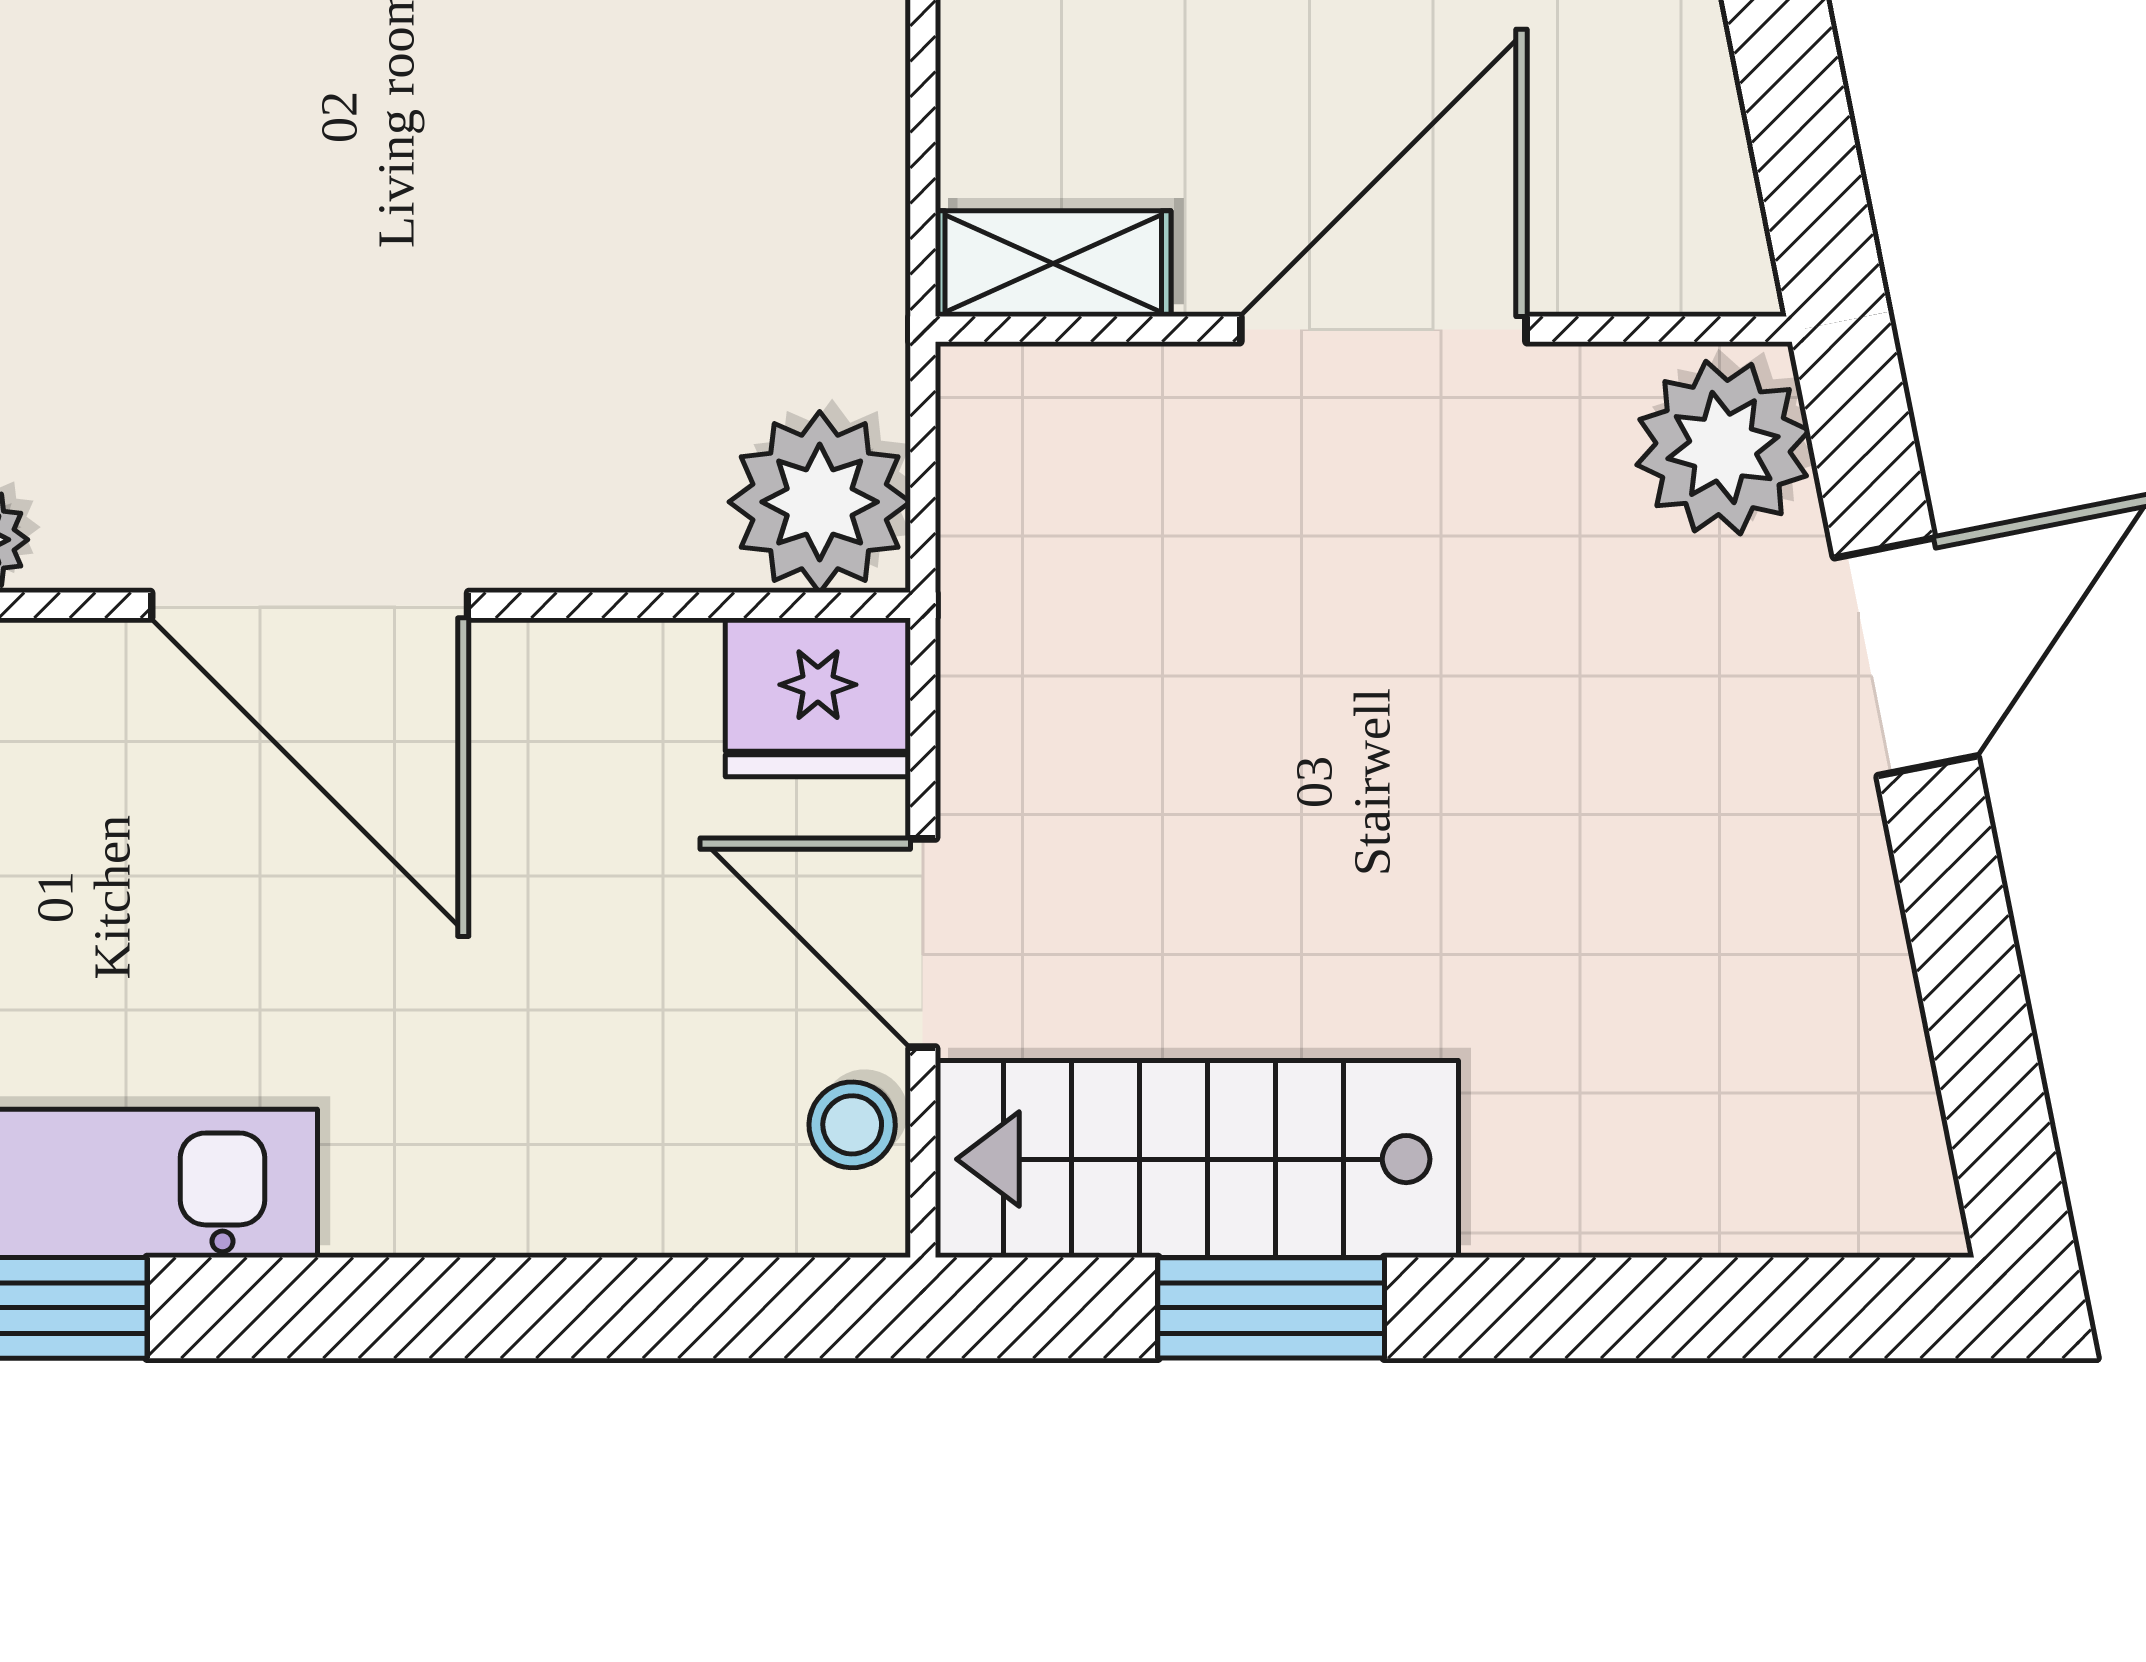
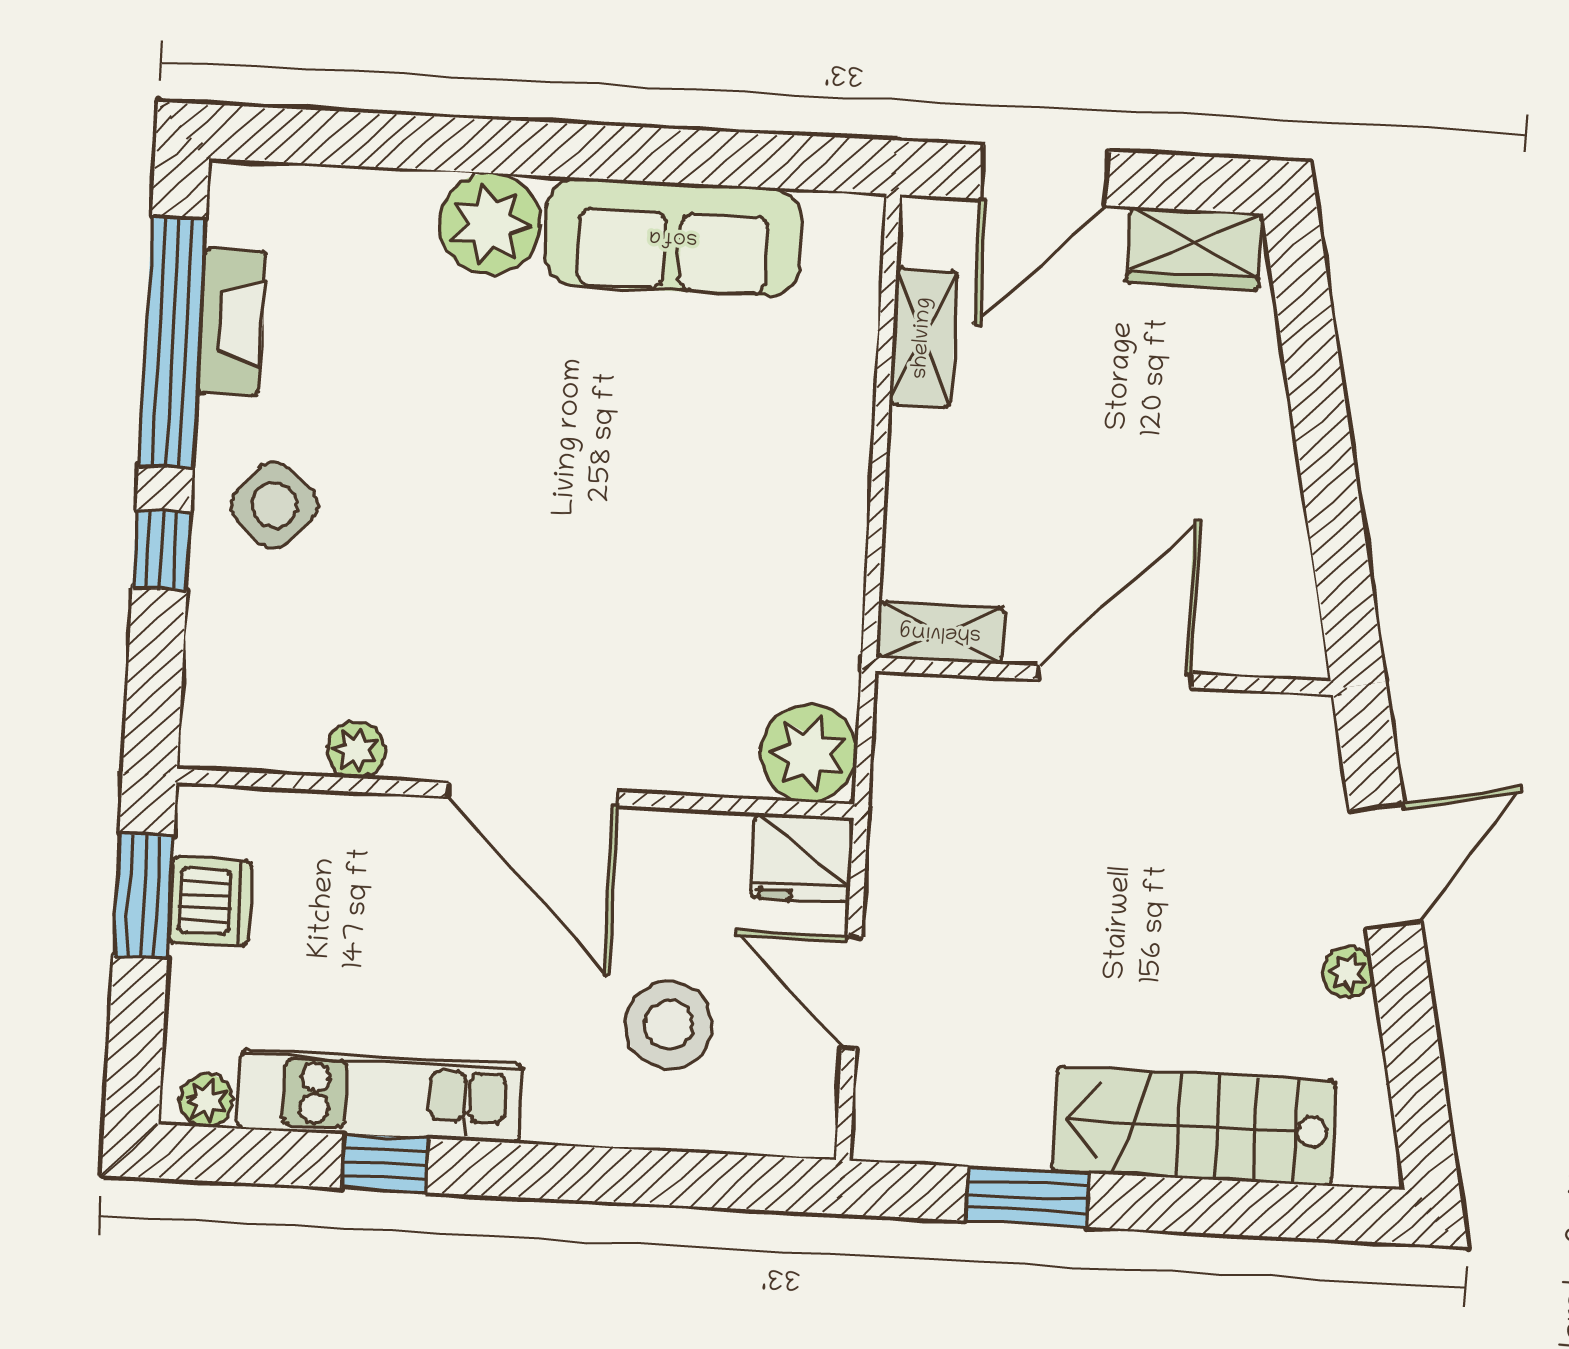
plant: (1723, 448) -> (1348, 972), moved, width x0.53, depth x0.53
stool: (852, 1125) -> (669, 1025), moved, width x1.89, depth x1.89
stairs: (1197, 1159) -> (1195, 1126), moved

